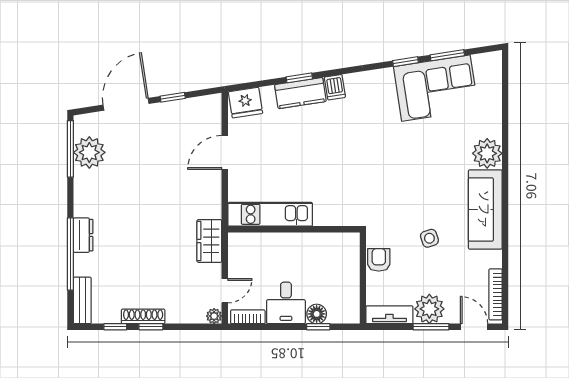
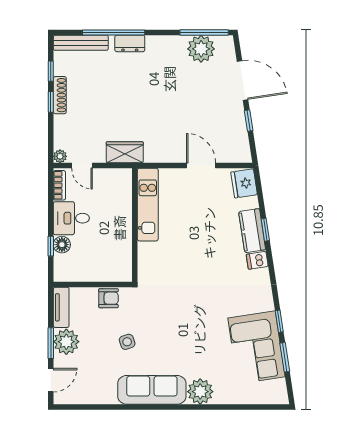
bookcase: (496, 294) -> (79, 399), removed
bench: (82, 300) -> (81, 43), width x1.36

